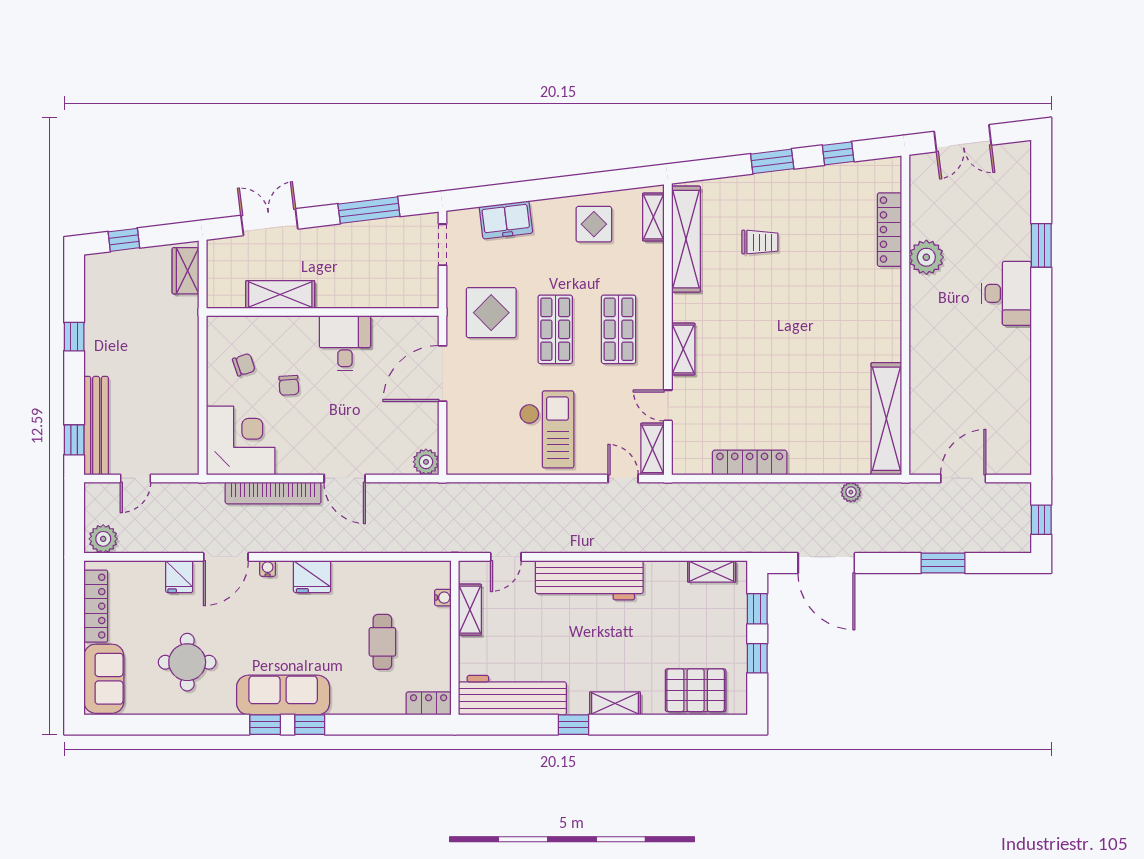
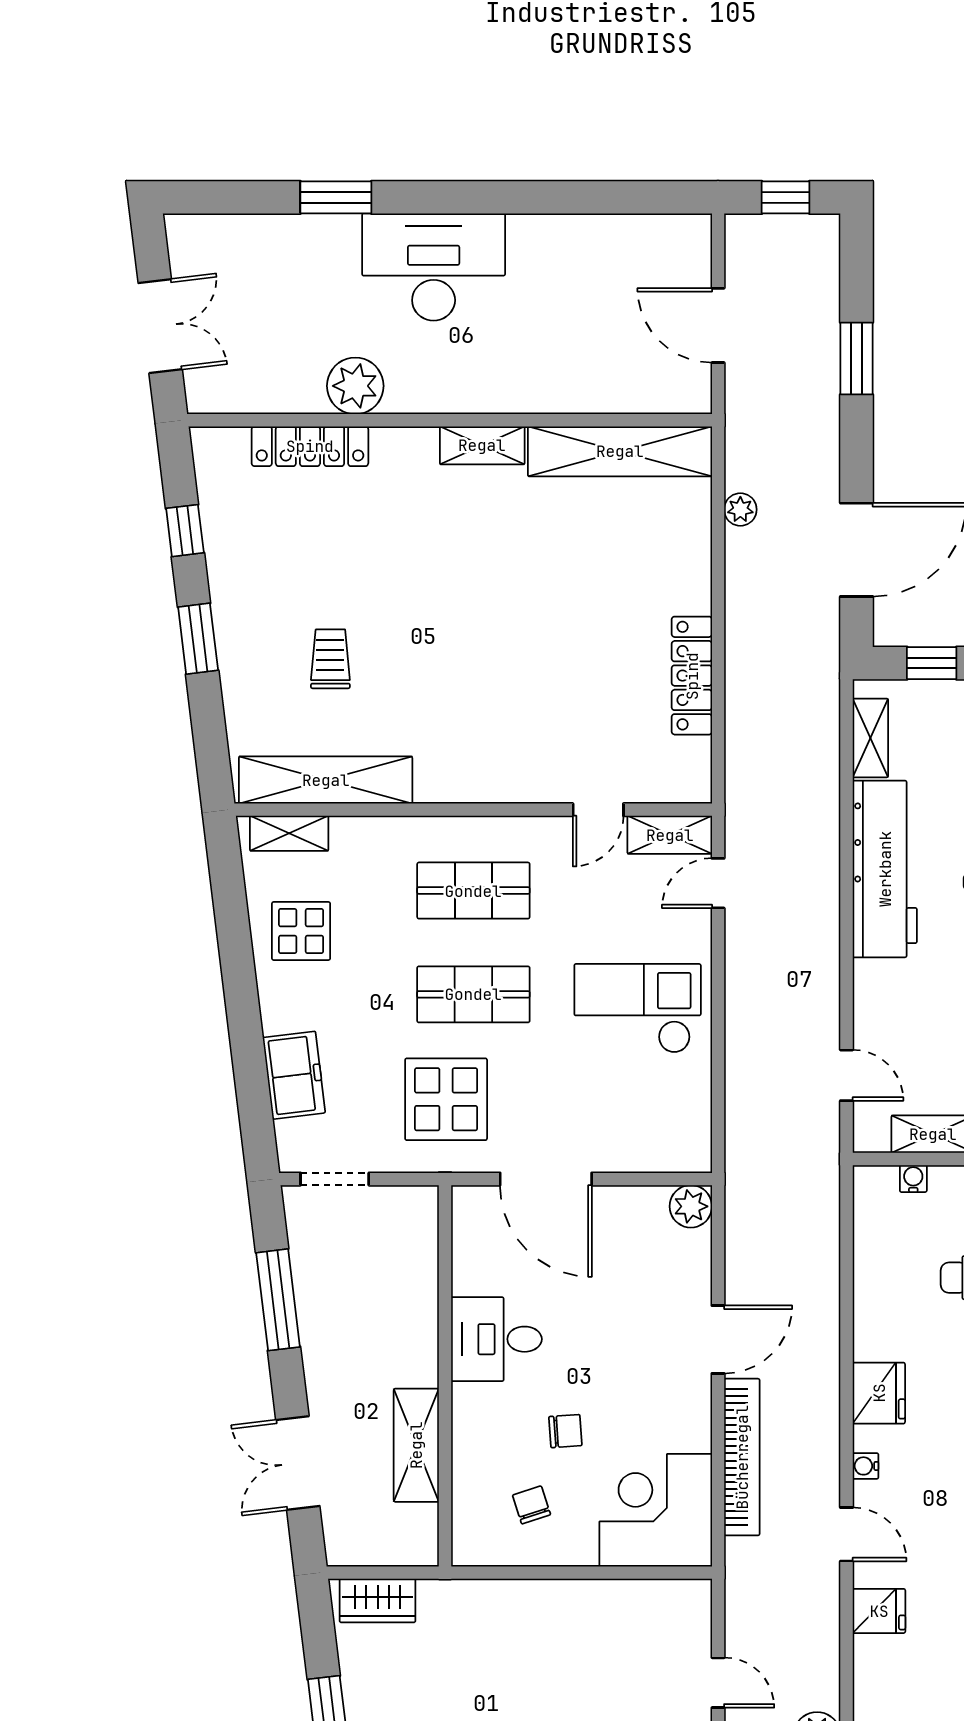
desk: (1006, 293) -> (434, 267), width x1.36, depth x1.30
shelving: (683, 349) -> (482, 445), moved
door: (226, 557) -> (847, 1534), width x0.73
workbench: (589, 580) -> (885, 869), moved

